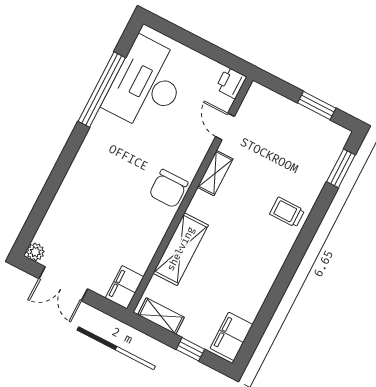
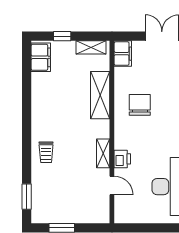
printer: (231, 83) -> (122, 159), moved
chair: (168, 189) -> (140, 105), moved
trolley: (287, 212) -> (46, 152), turned 90

